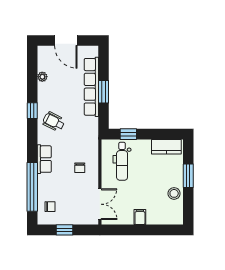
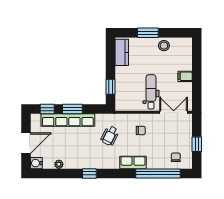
water cooler: (44, 52) -> (36, 163), added
window: (104, 64) -> (47, 109), added
wheelchair: (54, 122) -> (110, 136), moved
dental chair: (122, 161) -> (151, 92), moved, turned -90

